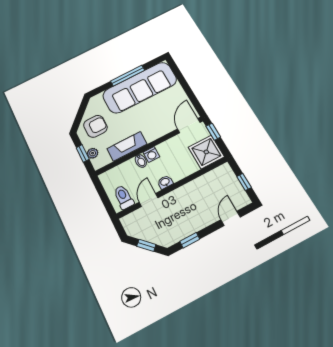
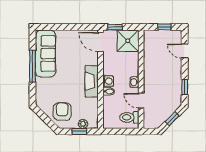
sofa: (140, 87) -> (46, 54), width x0.74, depth x0.79
fireplace: (127, 146) -> (92, 81), moved

